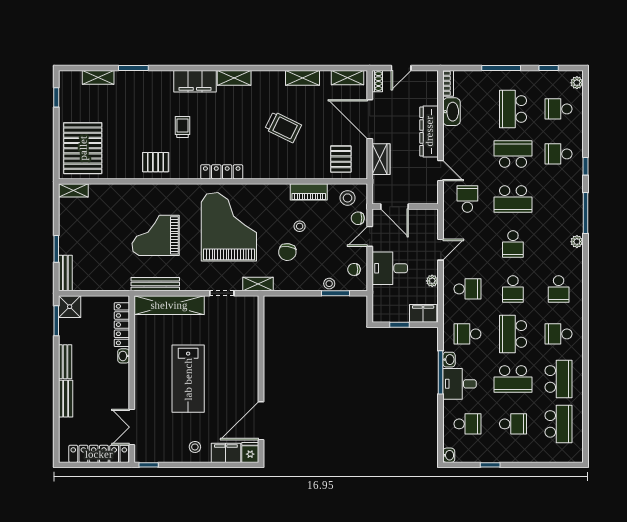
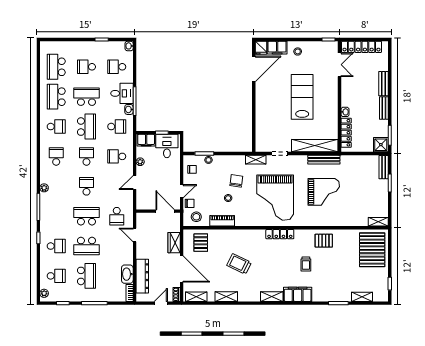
dresser: (429, 131) -> (142, 276), moved
desk: (390, 268) -> (167, 146), moved, turned -90

